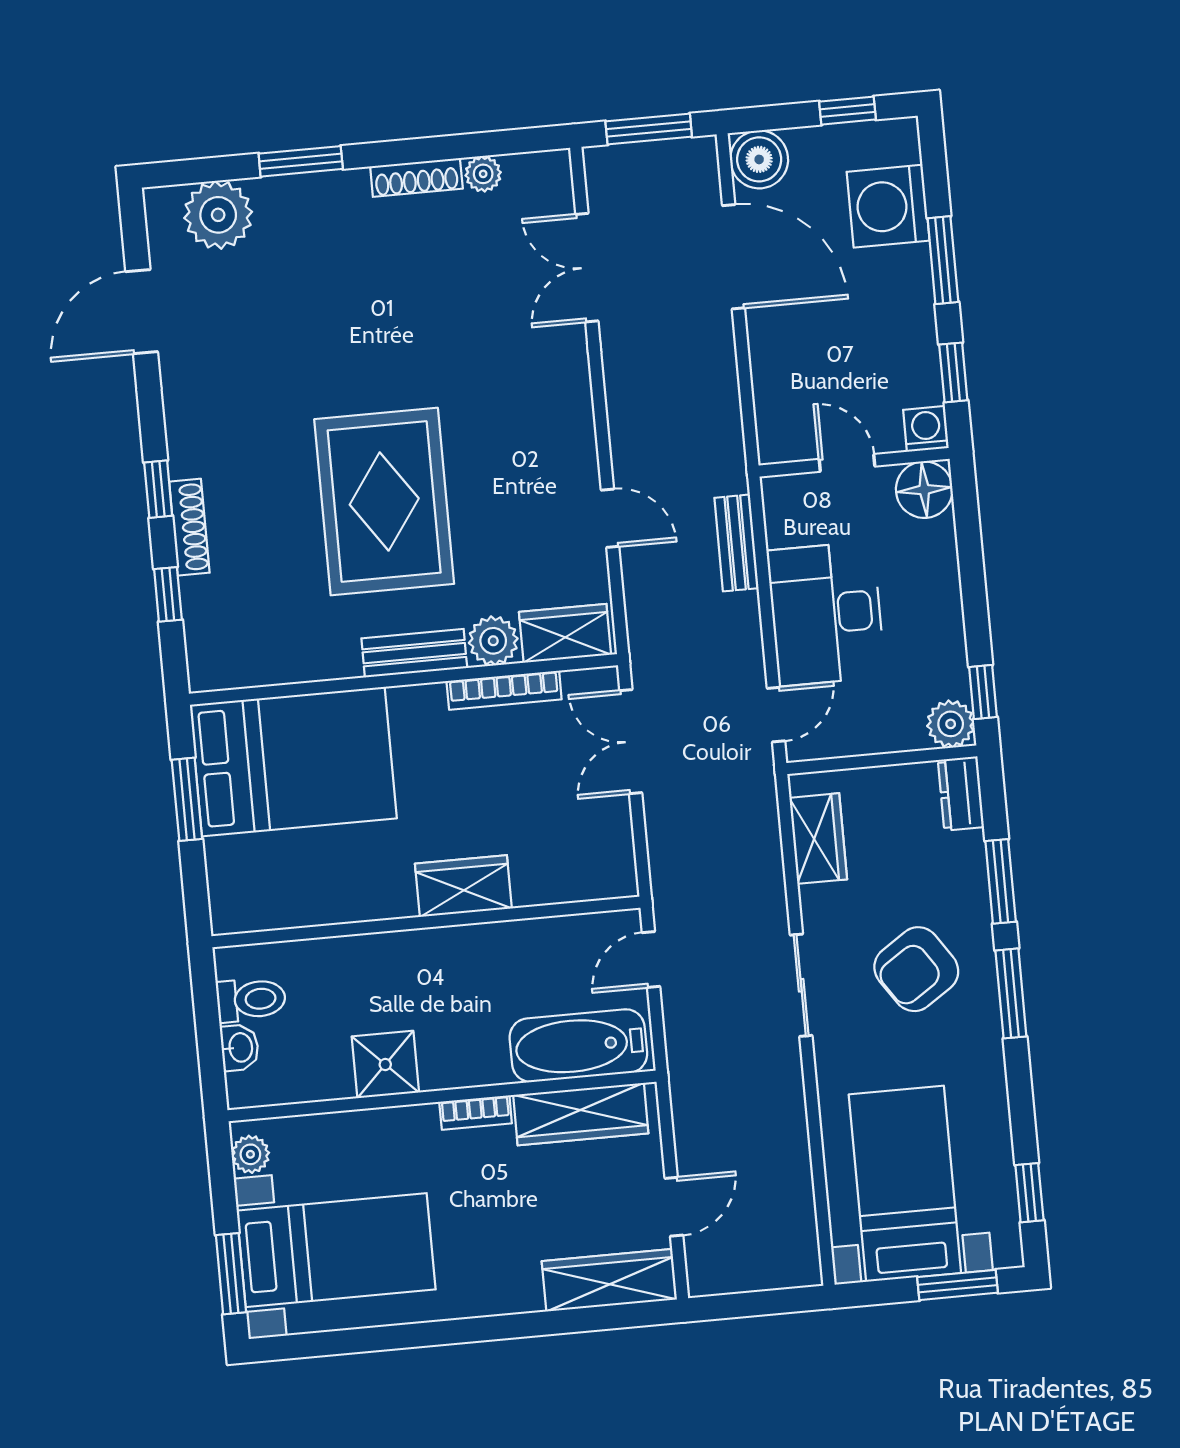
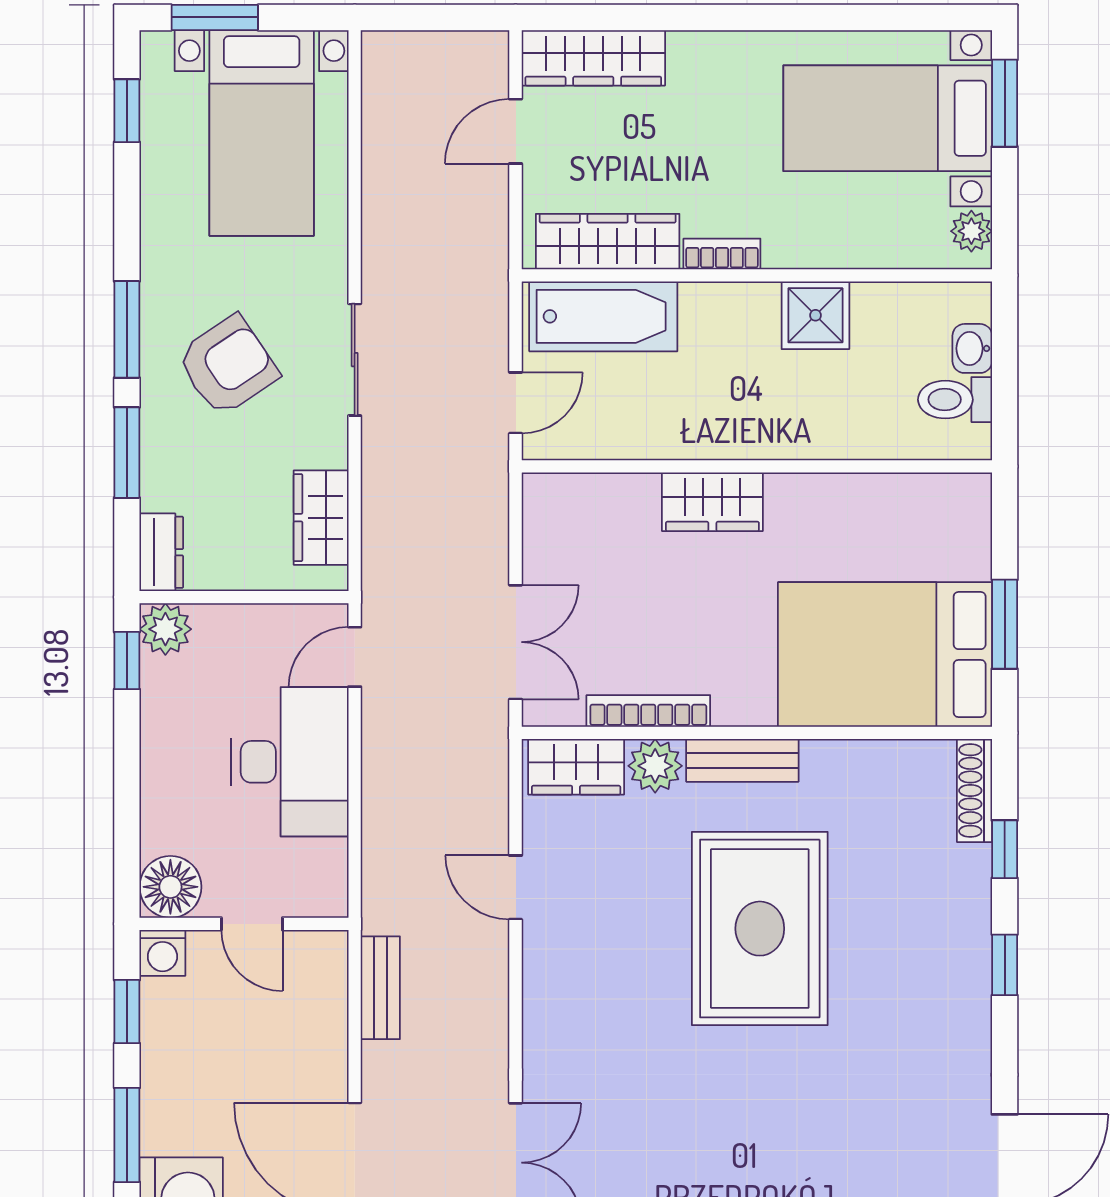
shoe rack: (189, 527) -> (975, 790), moved
bench: (736, 543) -> (380, 988), moved

